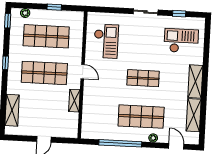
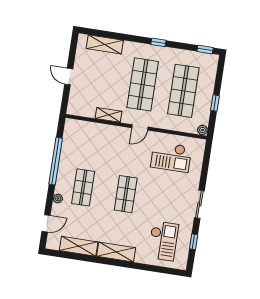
plant: (25, 13) -> (202, 130), moved
shop shelf: (141, 117) -> (83, 187), width x0.70, depth x0.74

